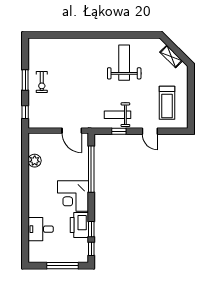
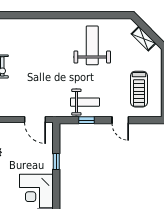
weight bench: (118, 115) -> (85, 102), turned 180
window: (91, 169) -> (56, 162), width x0.32

